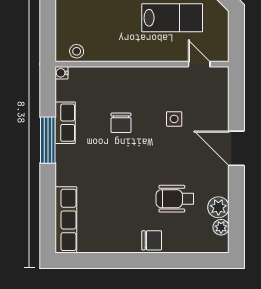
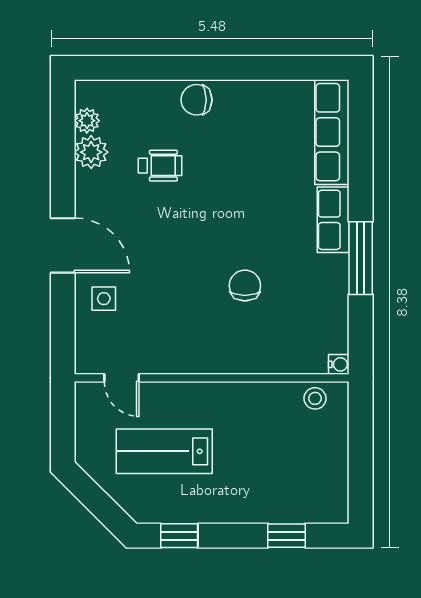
side table: (174, 119) -> (104, 299), moved
row of seats: (65, 123) -> (333, 220), moved
wheelchair: (175, 199) -> (160, 166), width x0.73, depth x0.73

